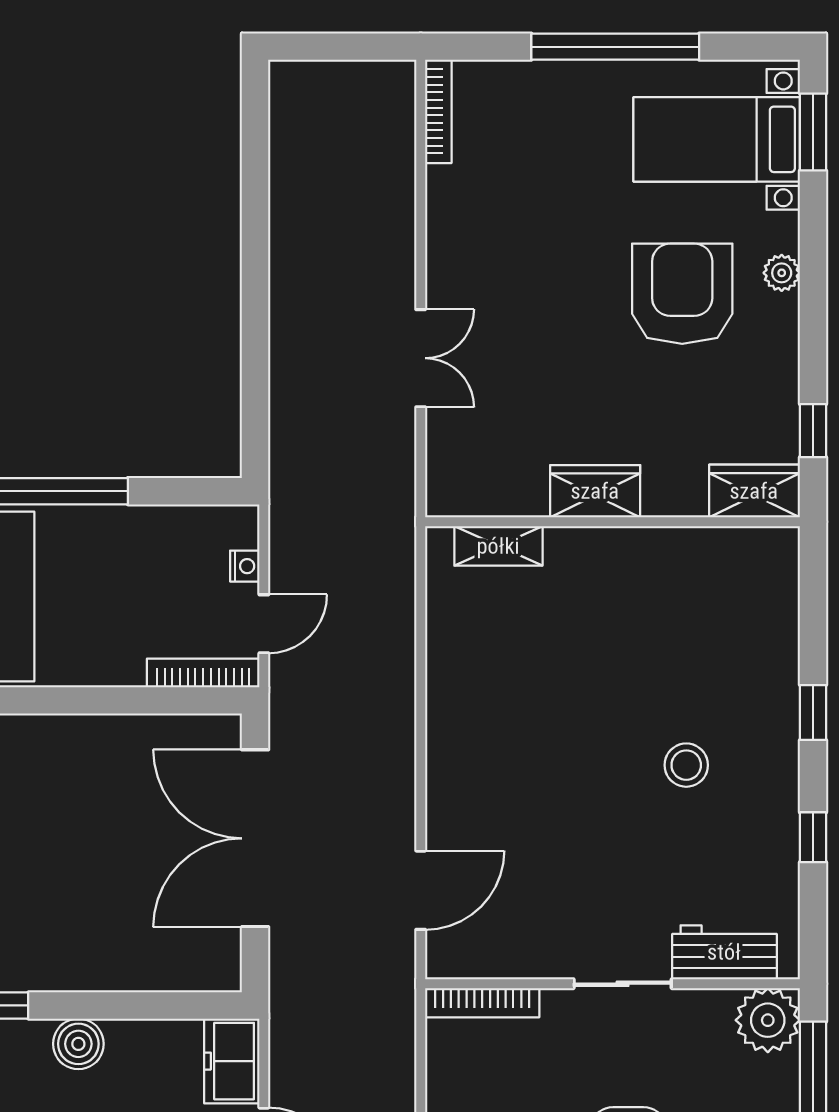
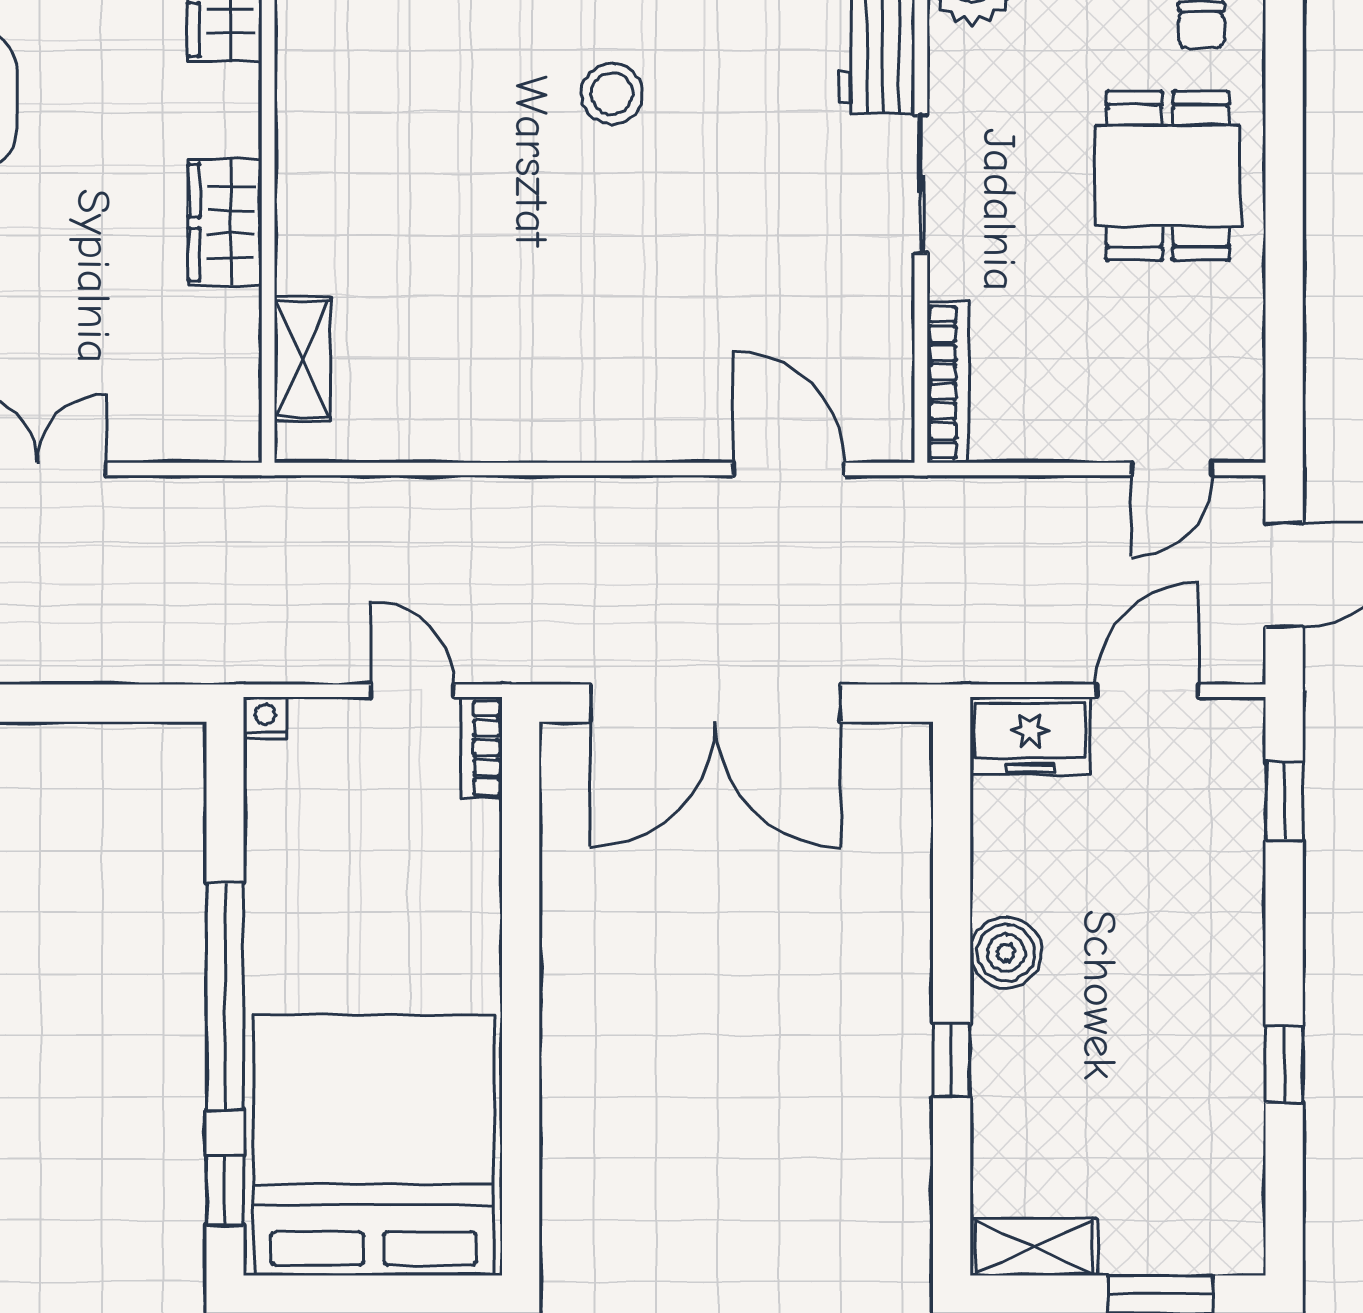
nightstand: (245, 566) -> (265, 718), moved
bookcase: (203, 673) -> (482, 748), width x0.64

